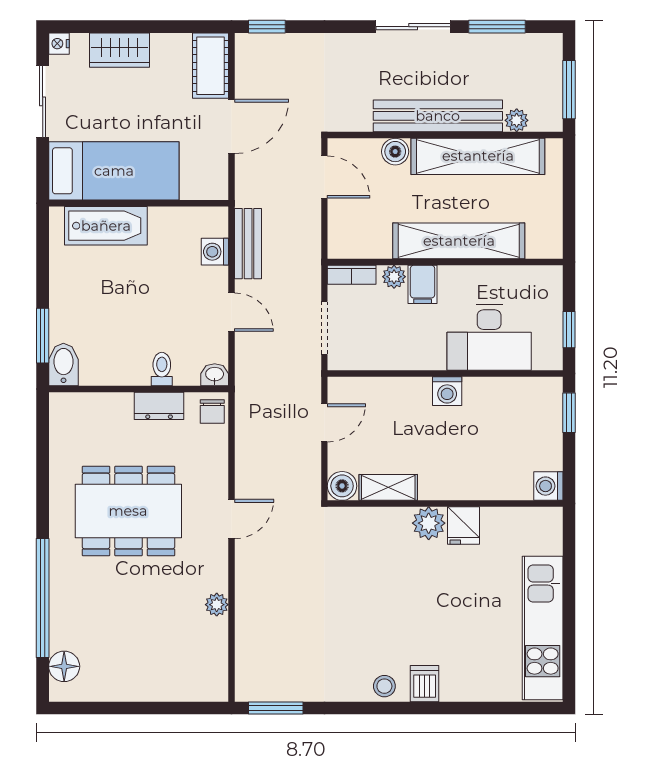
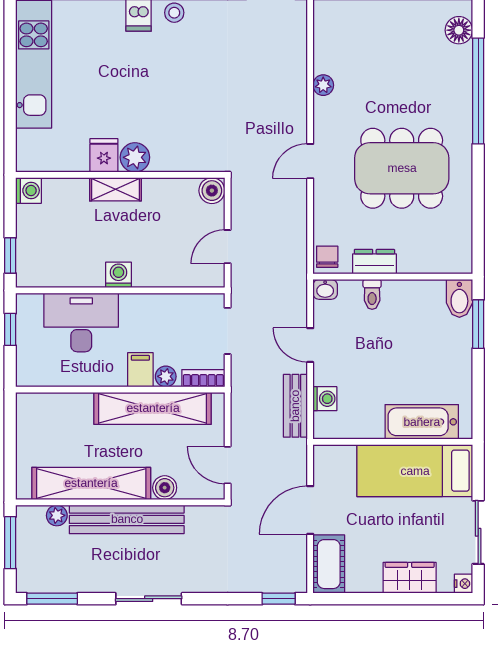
window: (497, 27) -> (52, 599), moved
shelving: (459, 241) -> (153, 408), moved
shelving: (388, 487) -> (115, 189), moved

